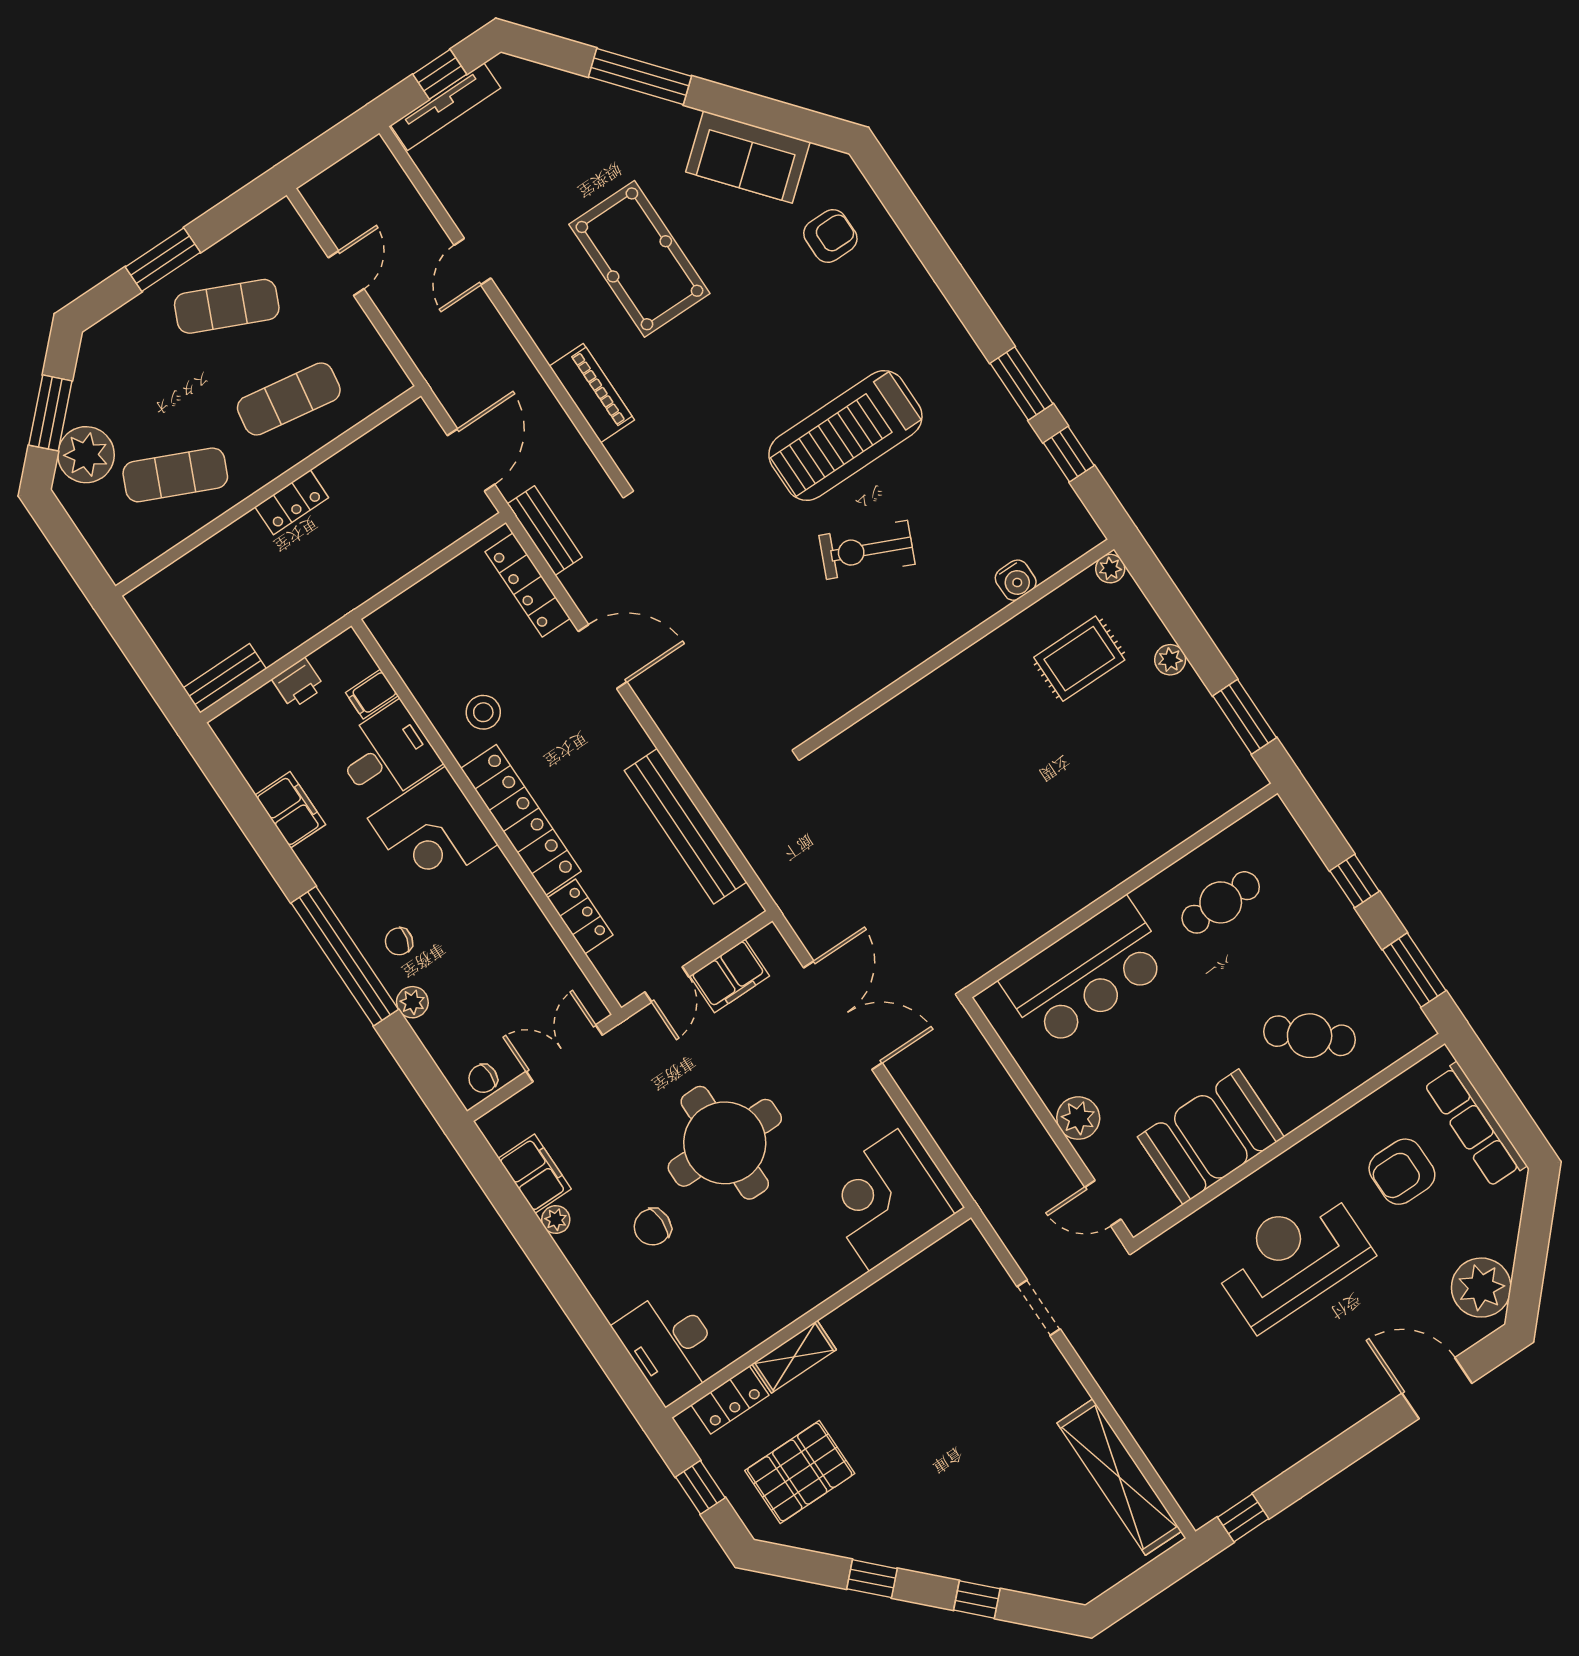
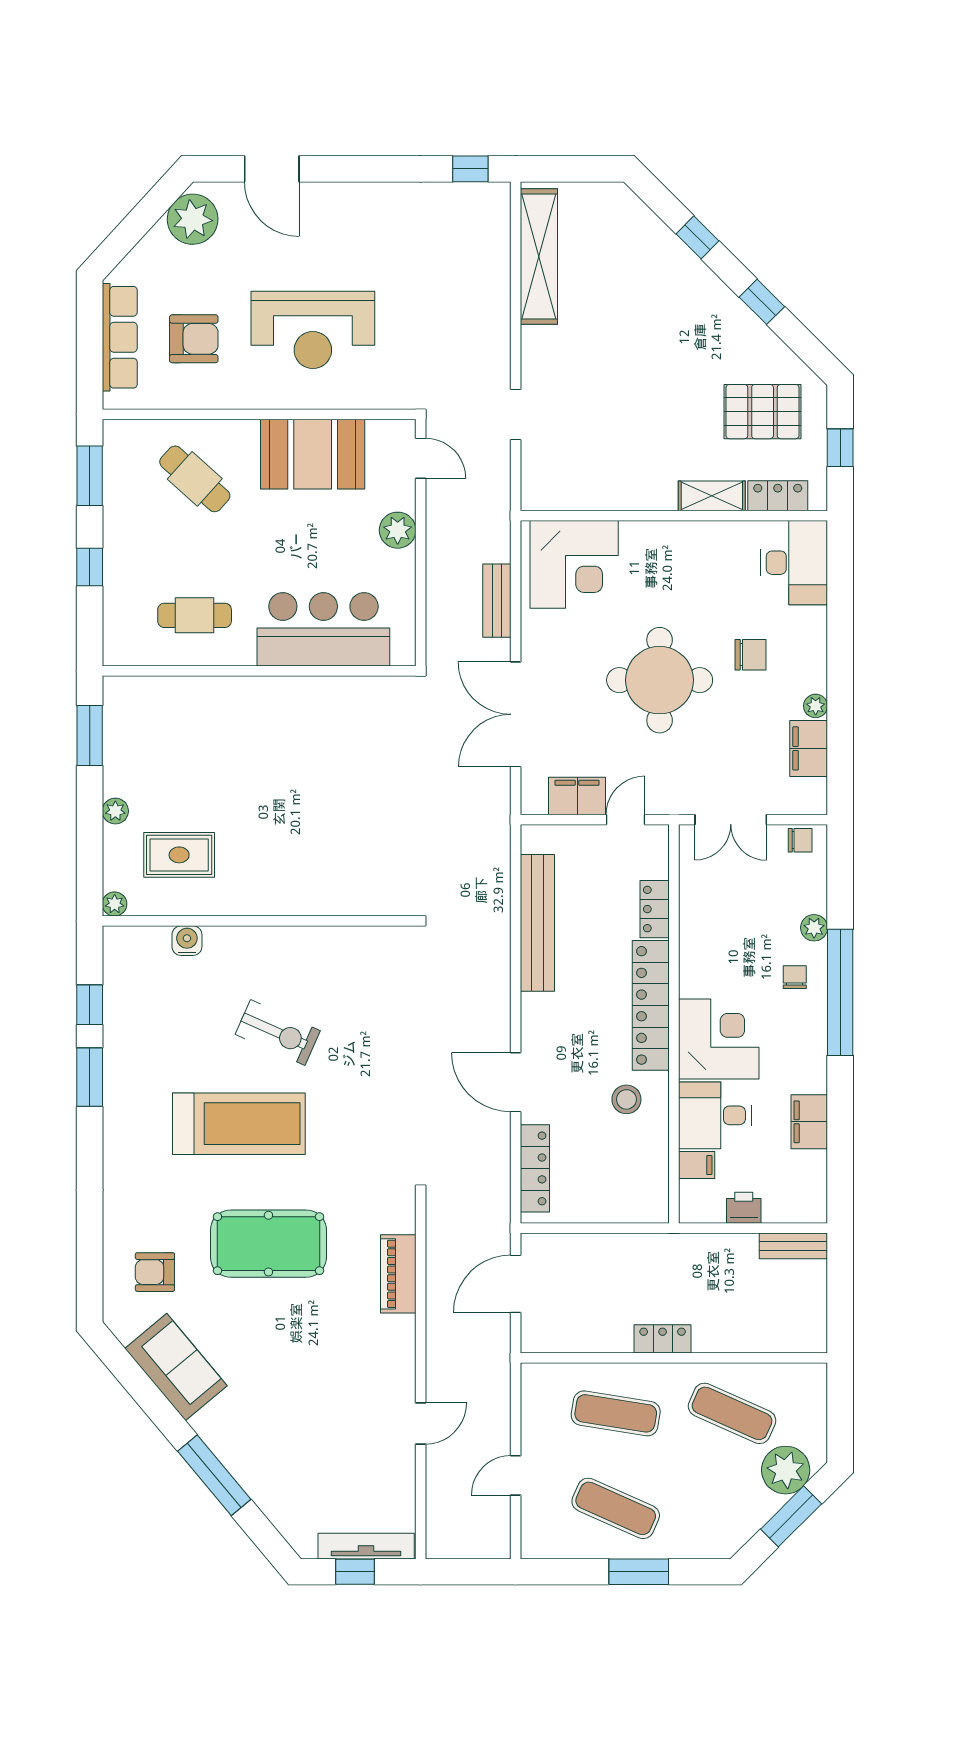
pool table: (639, 259) -> (268, 1244), moved, turned 90
bench: (545, 531) -> (497, 601), moved
chair: (399, 941) -> (795, 977), turned -104

